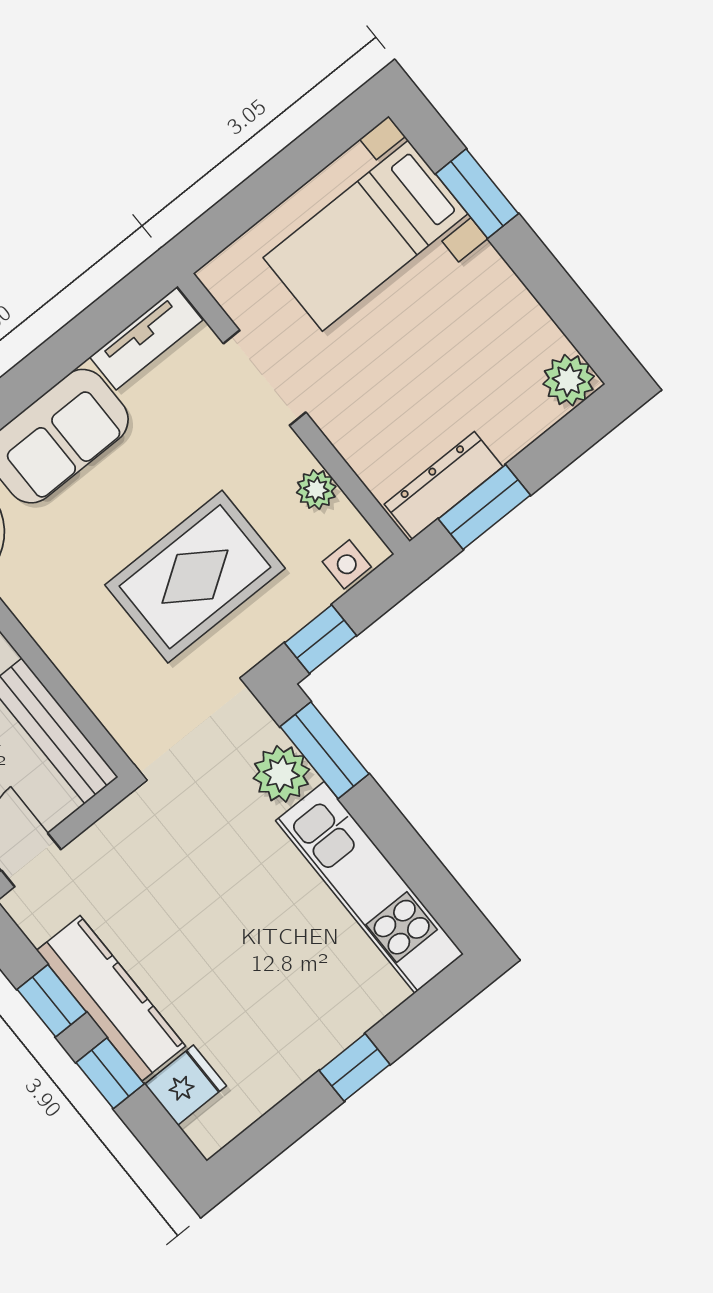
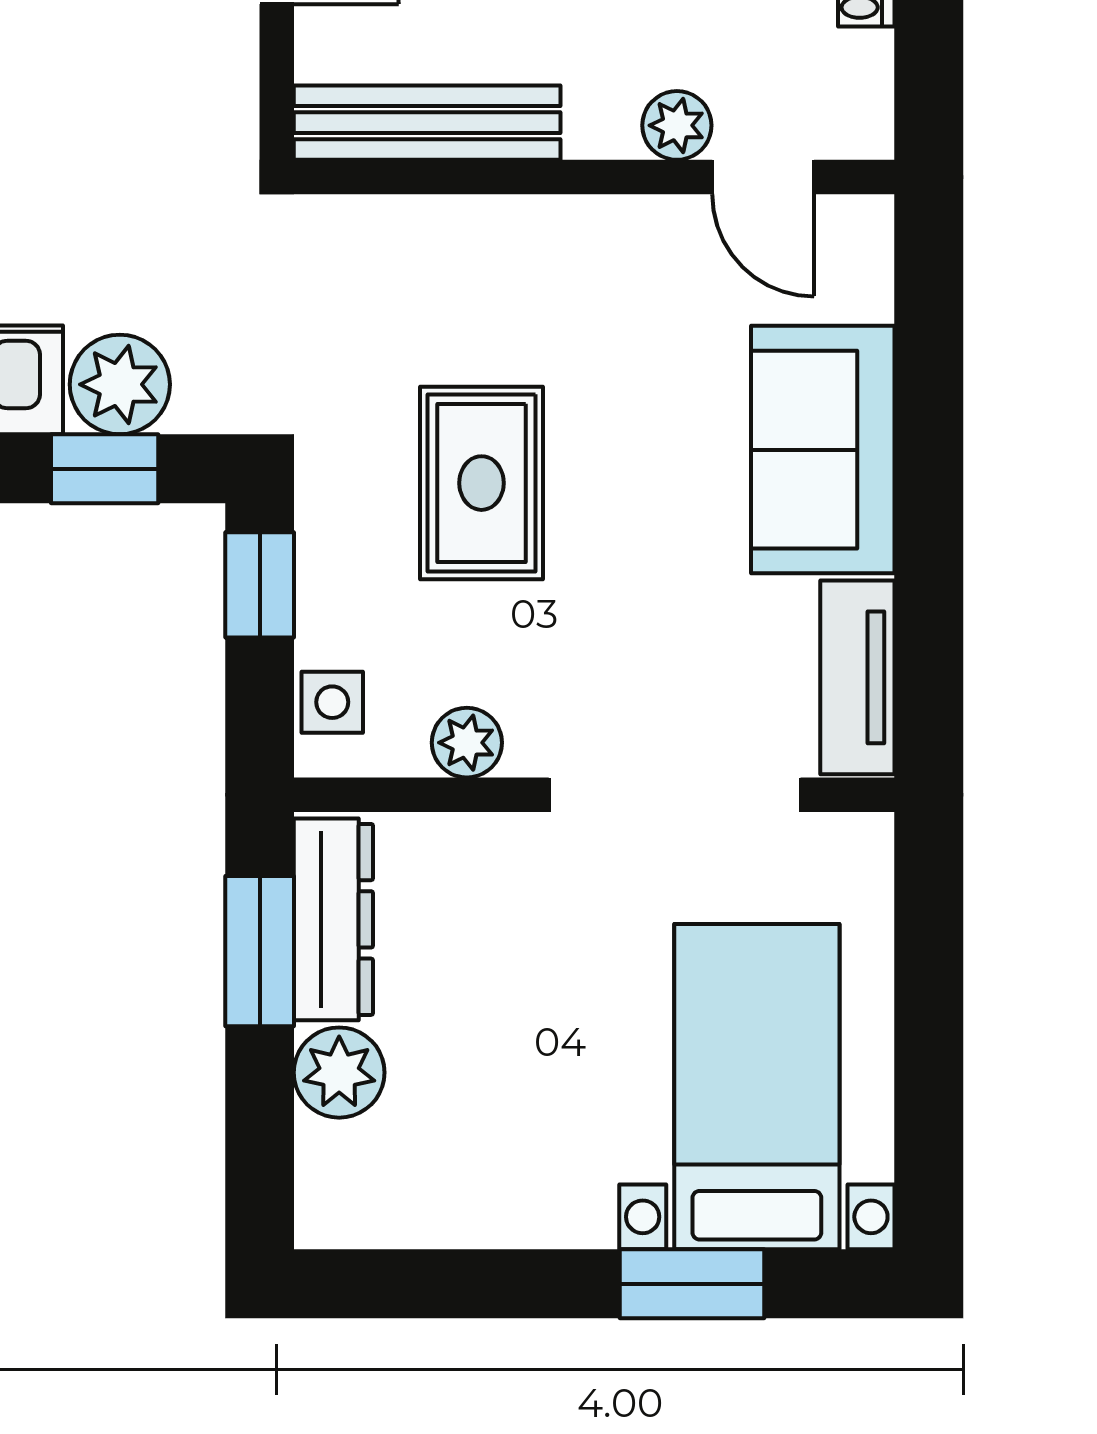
doorway: (265, 378) -> (675, 795), width x1.36
plant: (569, 380) -> (339, 1073), moved
rug: (195, 577) -> (481, 483), width x0.73, depth x0.70
window: (325, 750) -> (105, 469), width x0.67

